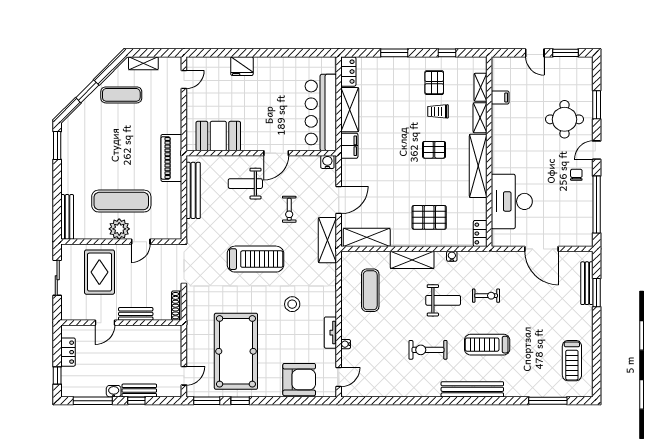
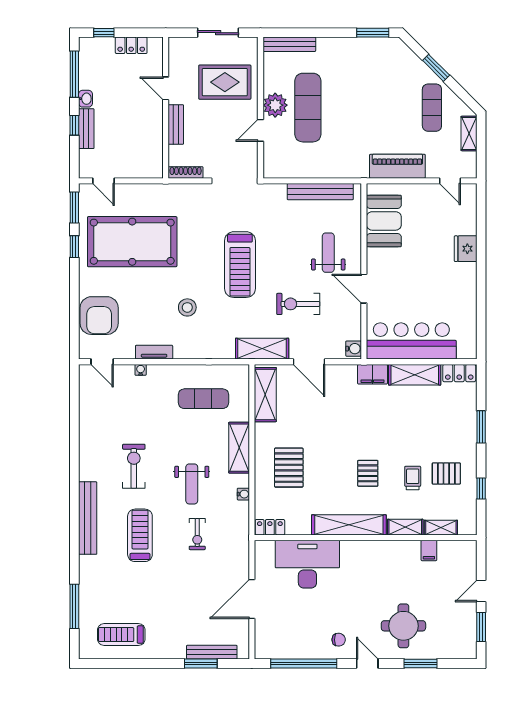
piano: (171, 158) -> (397, 166), moved
exercise bike: (289, 209) -> (298, 304), width x1.38, depth x1.39
door: (141, 242) -> (260, 130), hinge flipped

